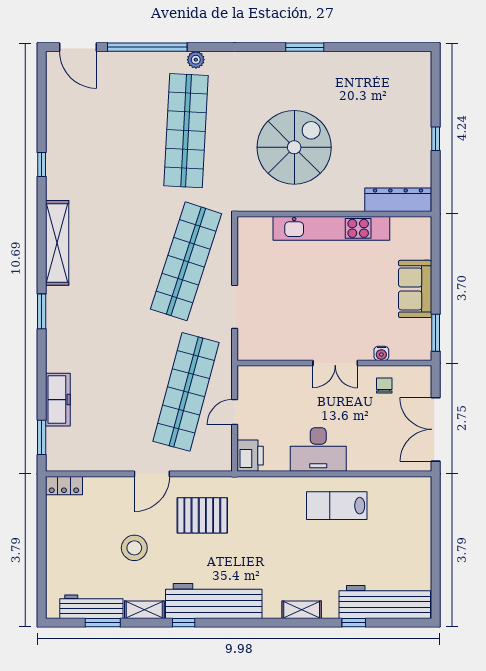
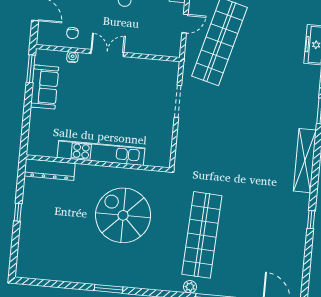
spiral stairs: (294, 147) -> (123, 215), turned 90
shop shelf: (186, 261) -> (211, 138), removed
sofa: (415, 289) -> (45, 87), moved

